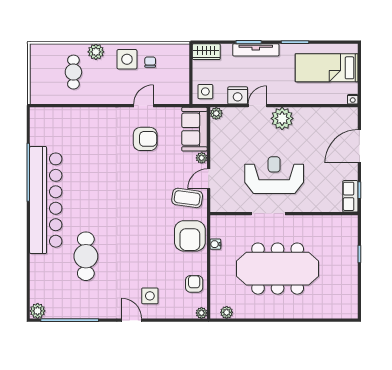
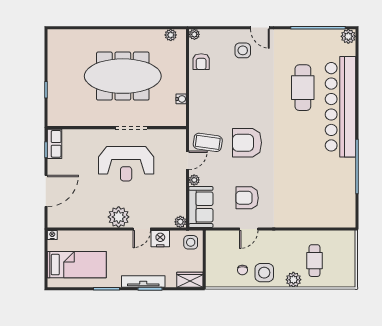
bar counter: (46, 200) -> (340, 107), moved
armchair: (190, 236) -> (247, 143), moved, turned -90

